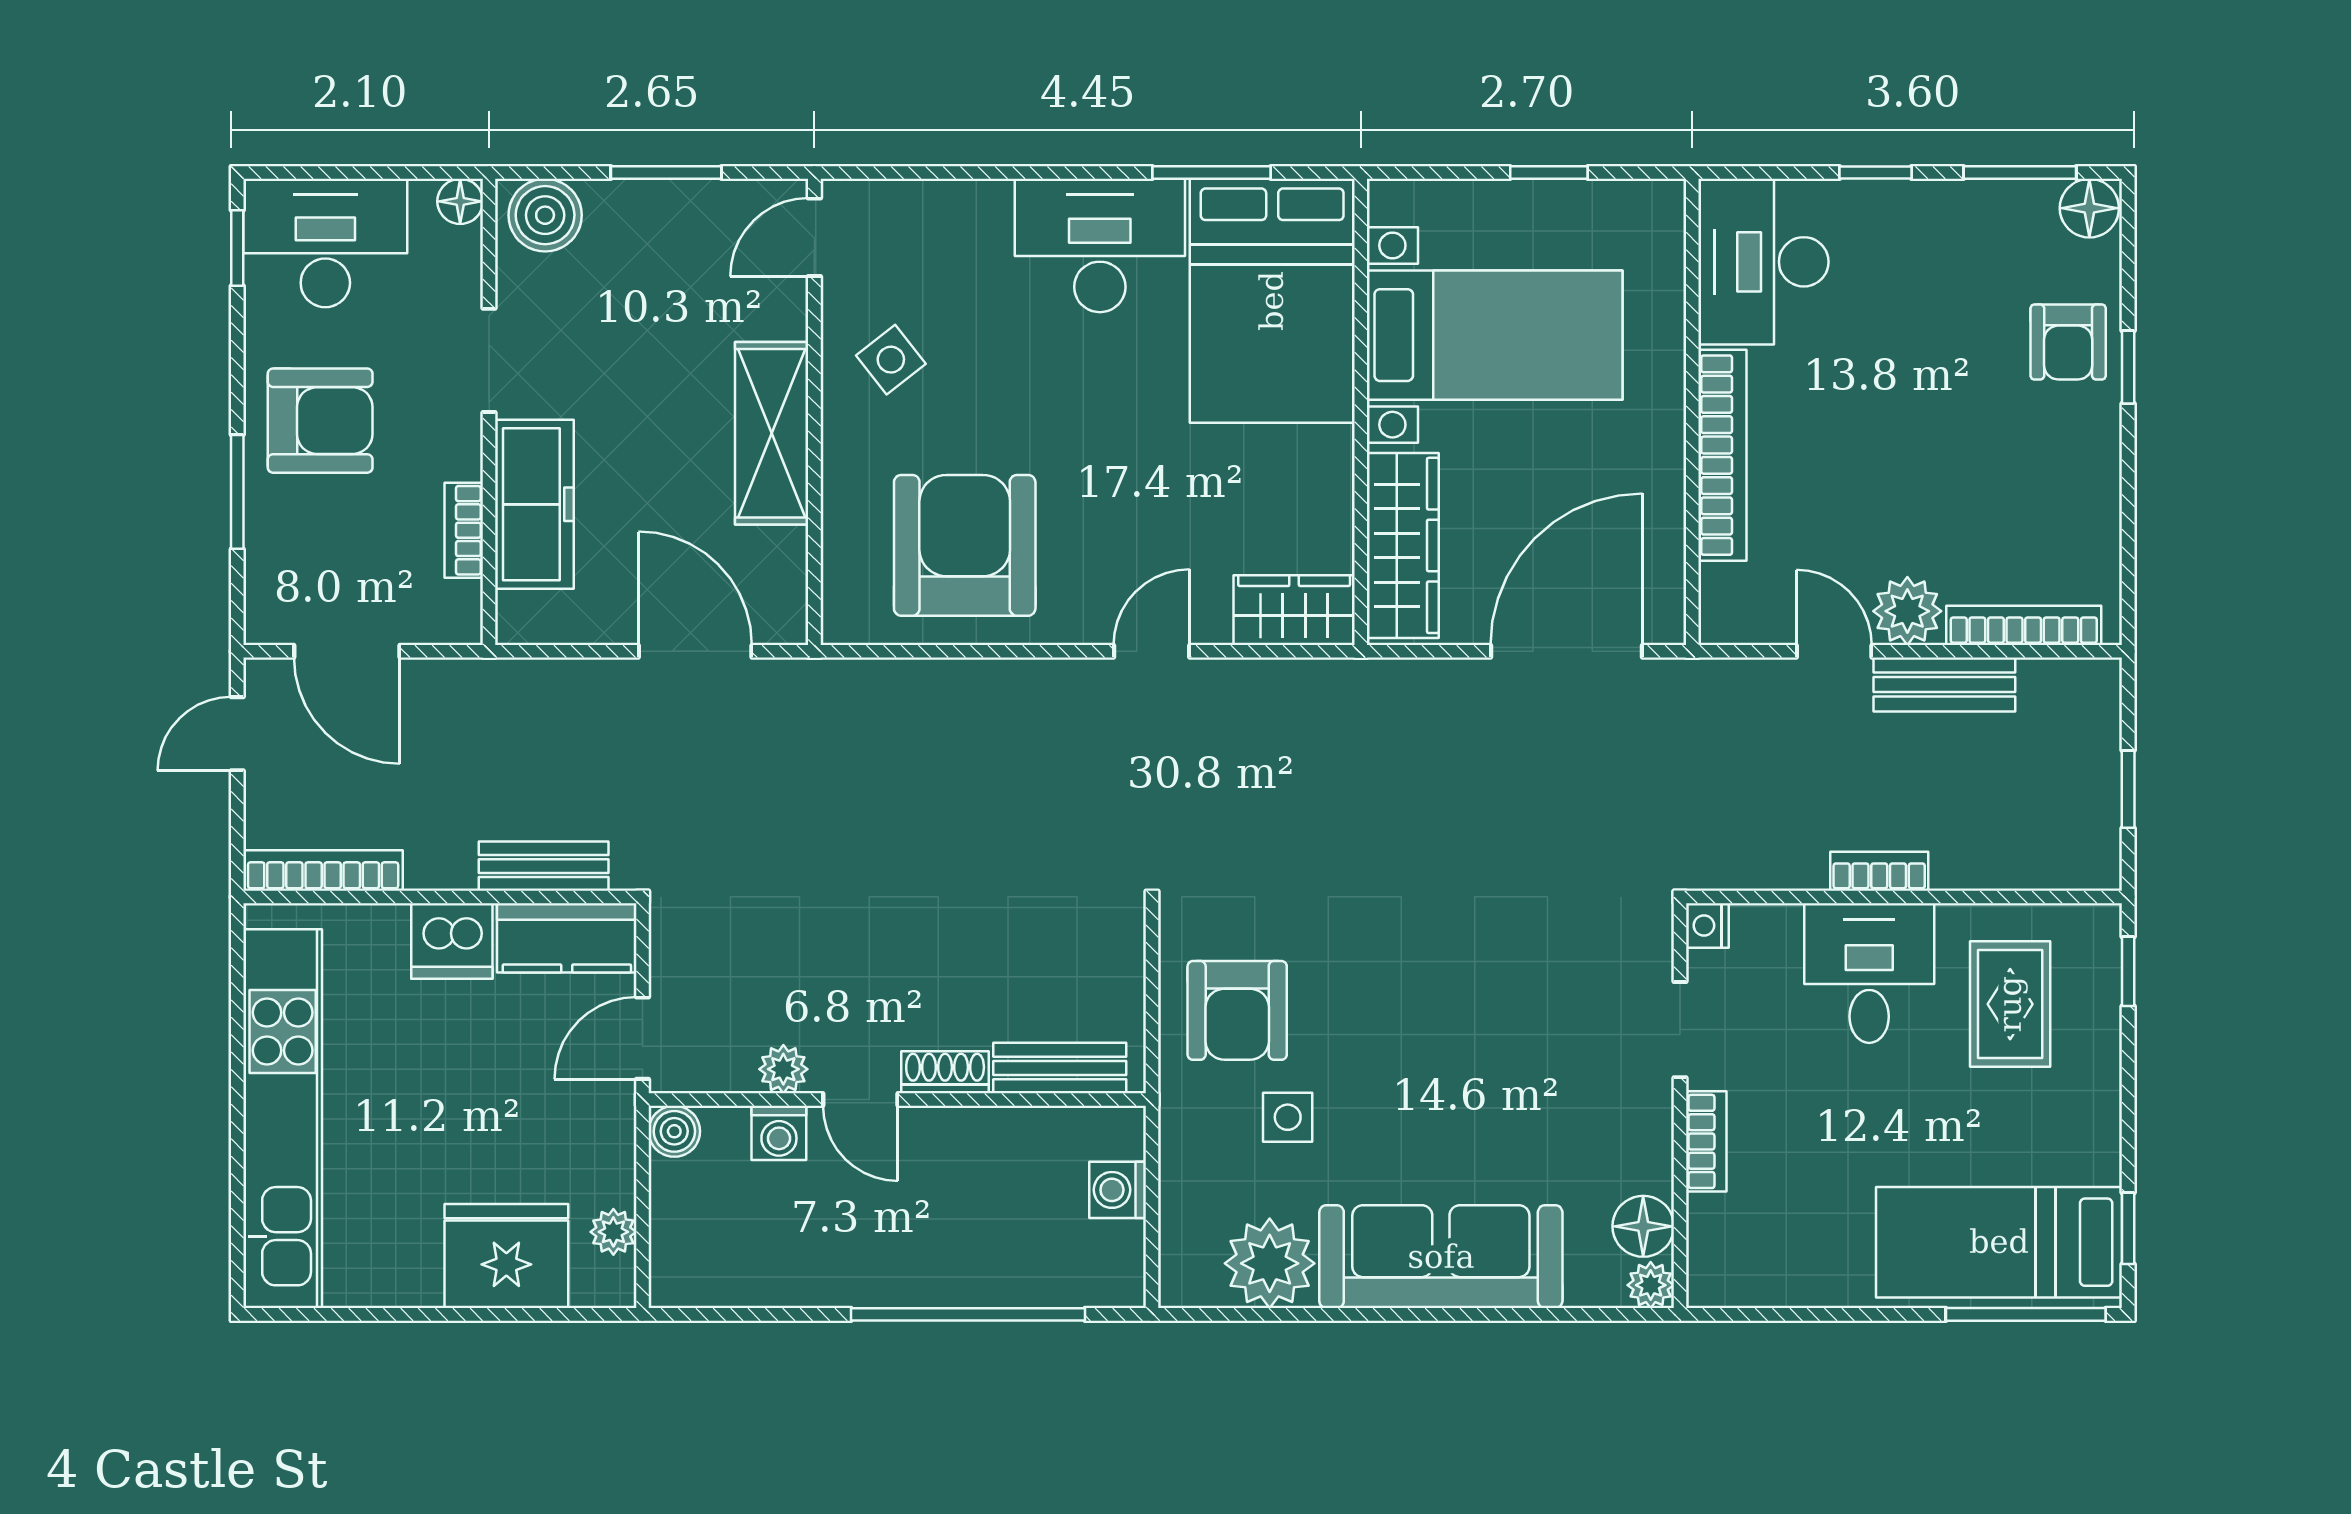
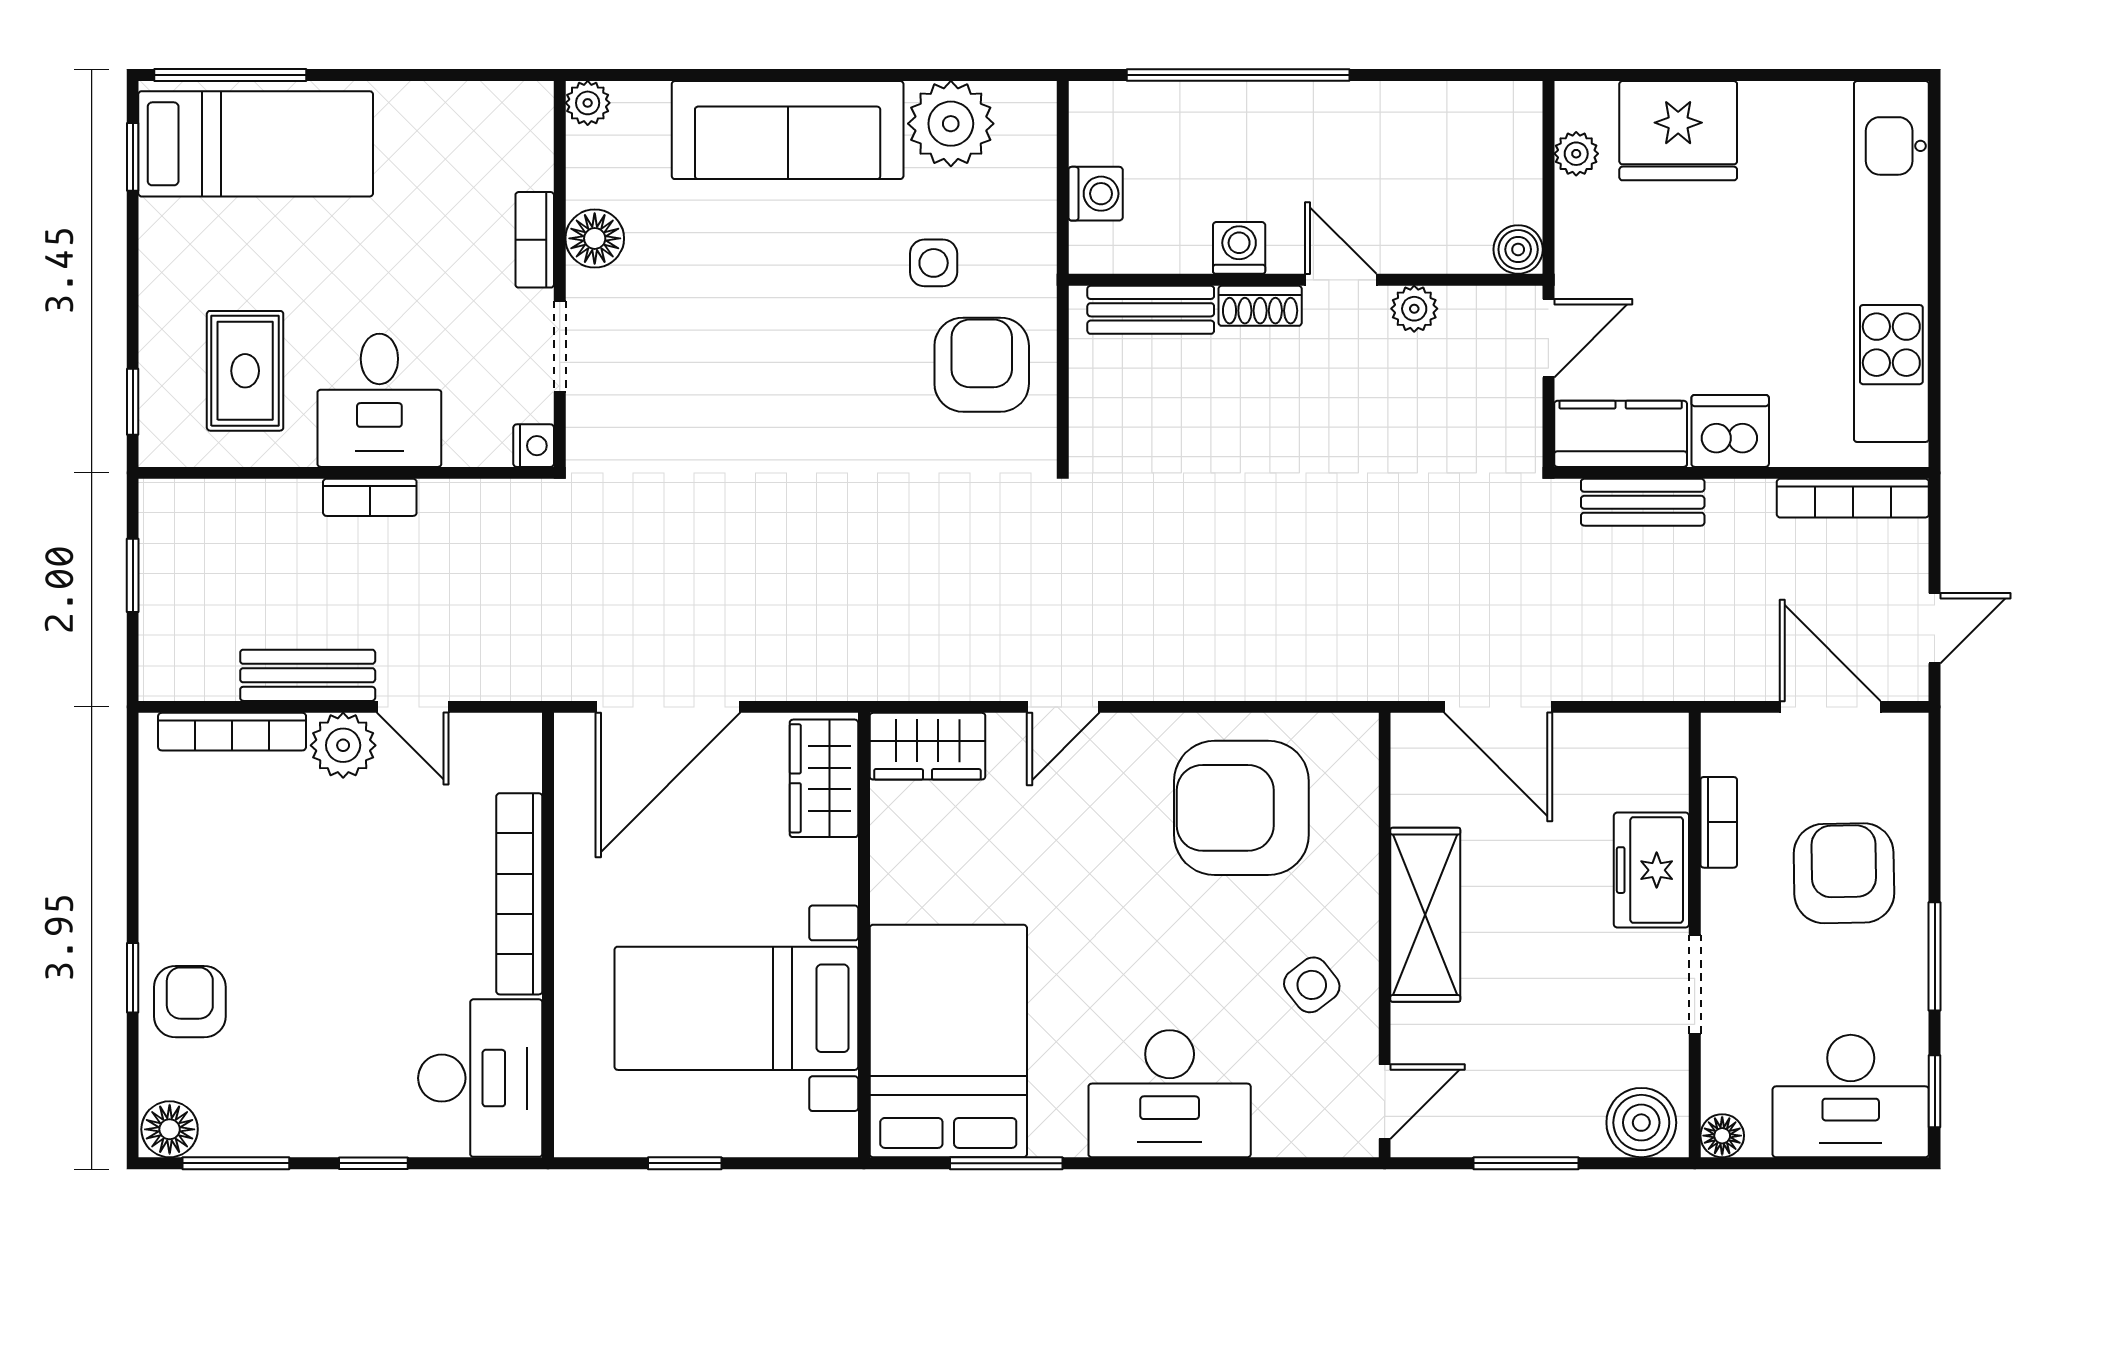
desk: (1100, 245) -> (1170, 1094), moved
armchair: (320, 421) -> (1844, 873), moved, turned 89
window: (237, 492) -> (1935, 956), moved
freezer: (534, 504) -> (1651, 870), width x0.71
armchair: (965, 545) -> (1241, 808), turned 90
wardrobe: (1403, 545) -> (824, 778), width x0.67
washing machine: (779, 1133) -> (1239, 248), moved
floor lamp: (1643, 1226) -> (595, 238), moved

